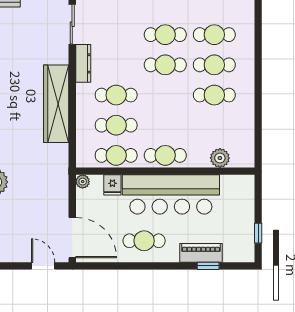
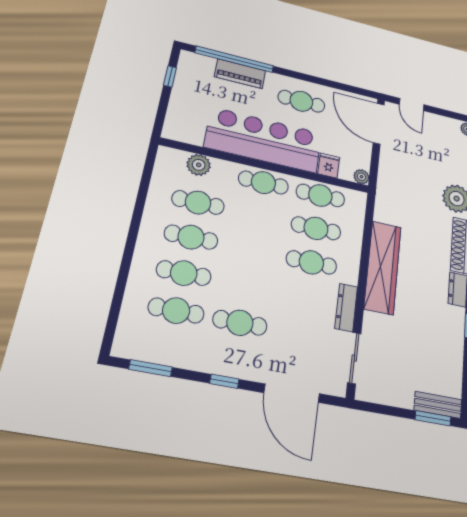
cafe table: (165, 65) -> (198, 202), moved
window: (208, 266) -> (234, 59), width x3.17

